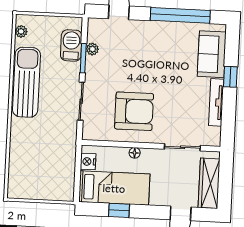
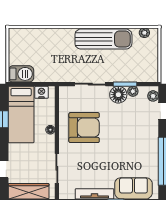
plant: (99, 25) -> (153, 96), added
barbecue: (71, 45) -> (21, 74), moved
floor lamp: (96, 67) -> (118, 95), added
armchair: (134, 111) -> (84, 128), turned -90

